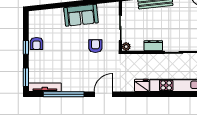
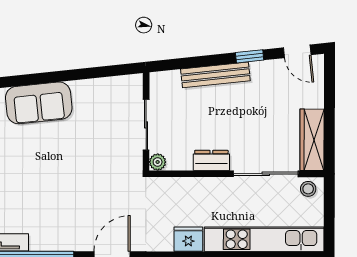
sofa: (81, 15) -> (39, 103), moved
armchair: (95, 46) -> (97, 161), removed

